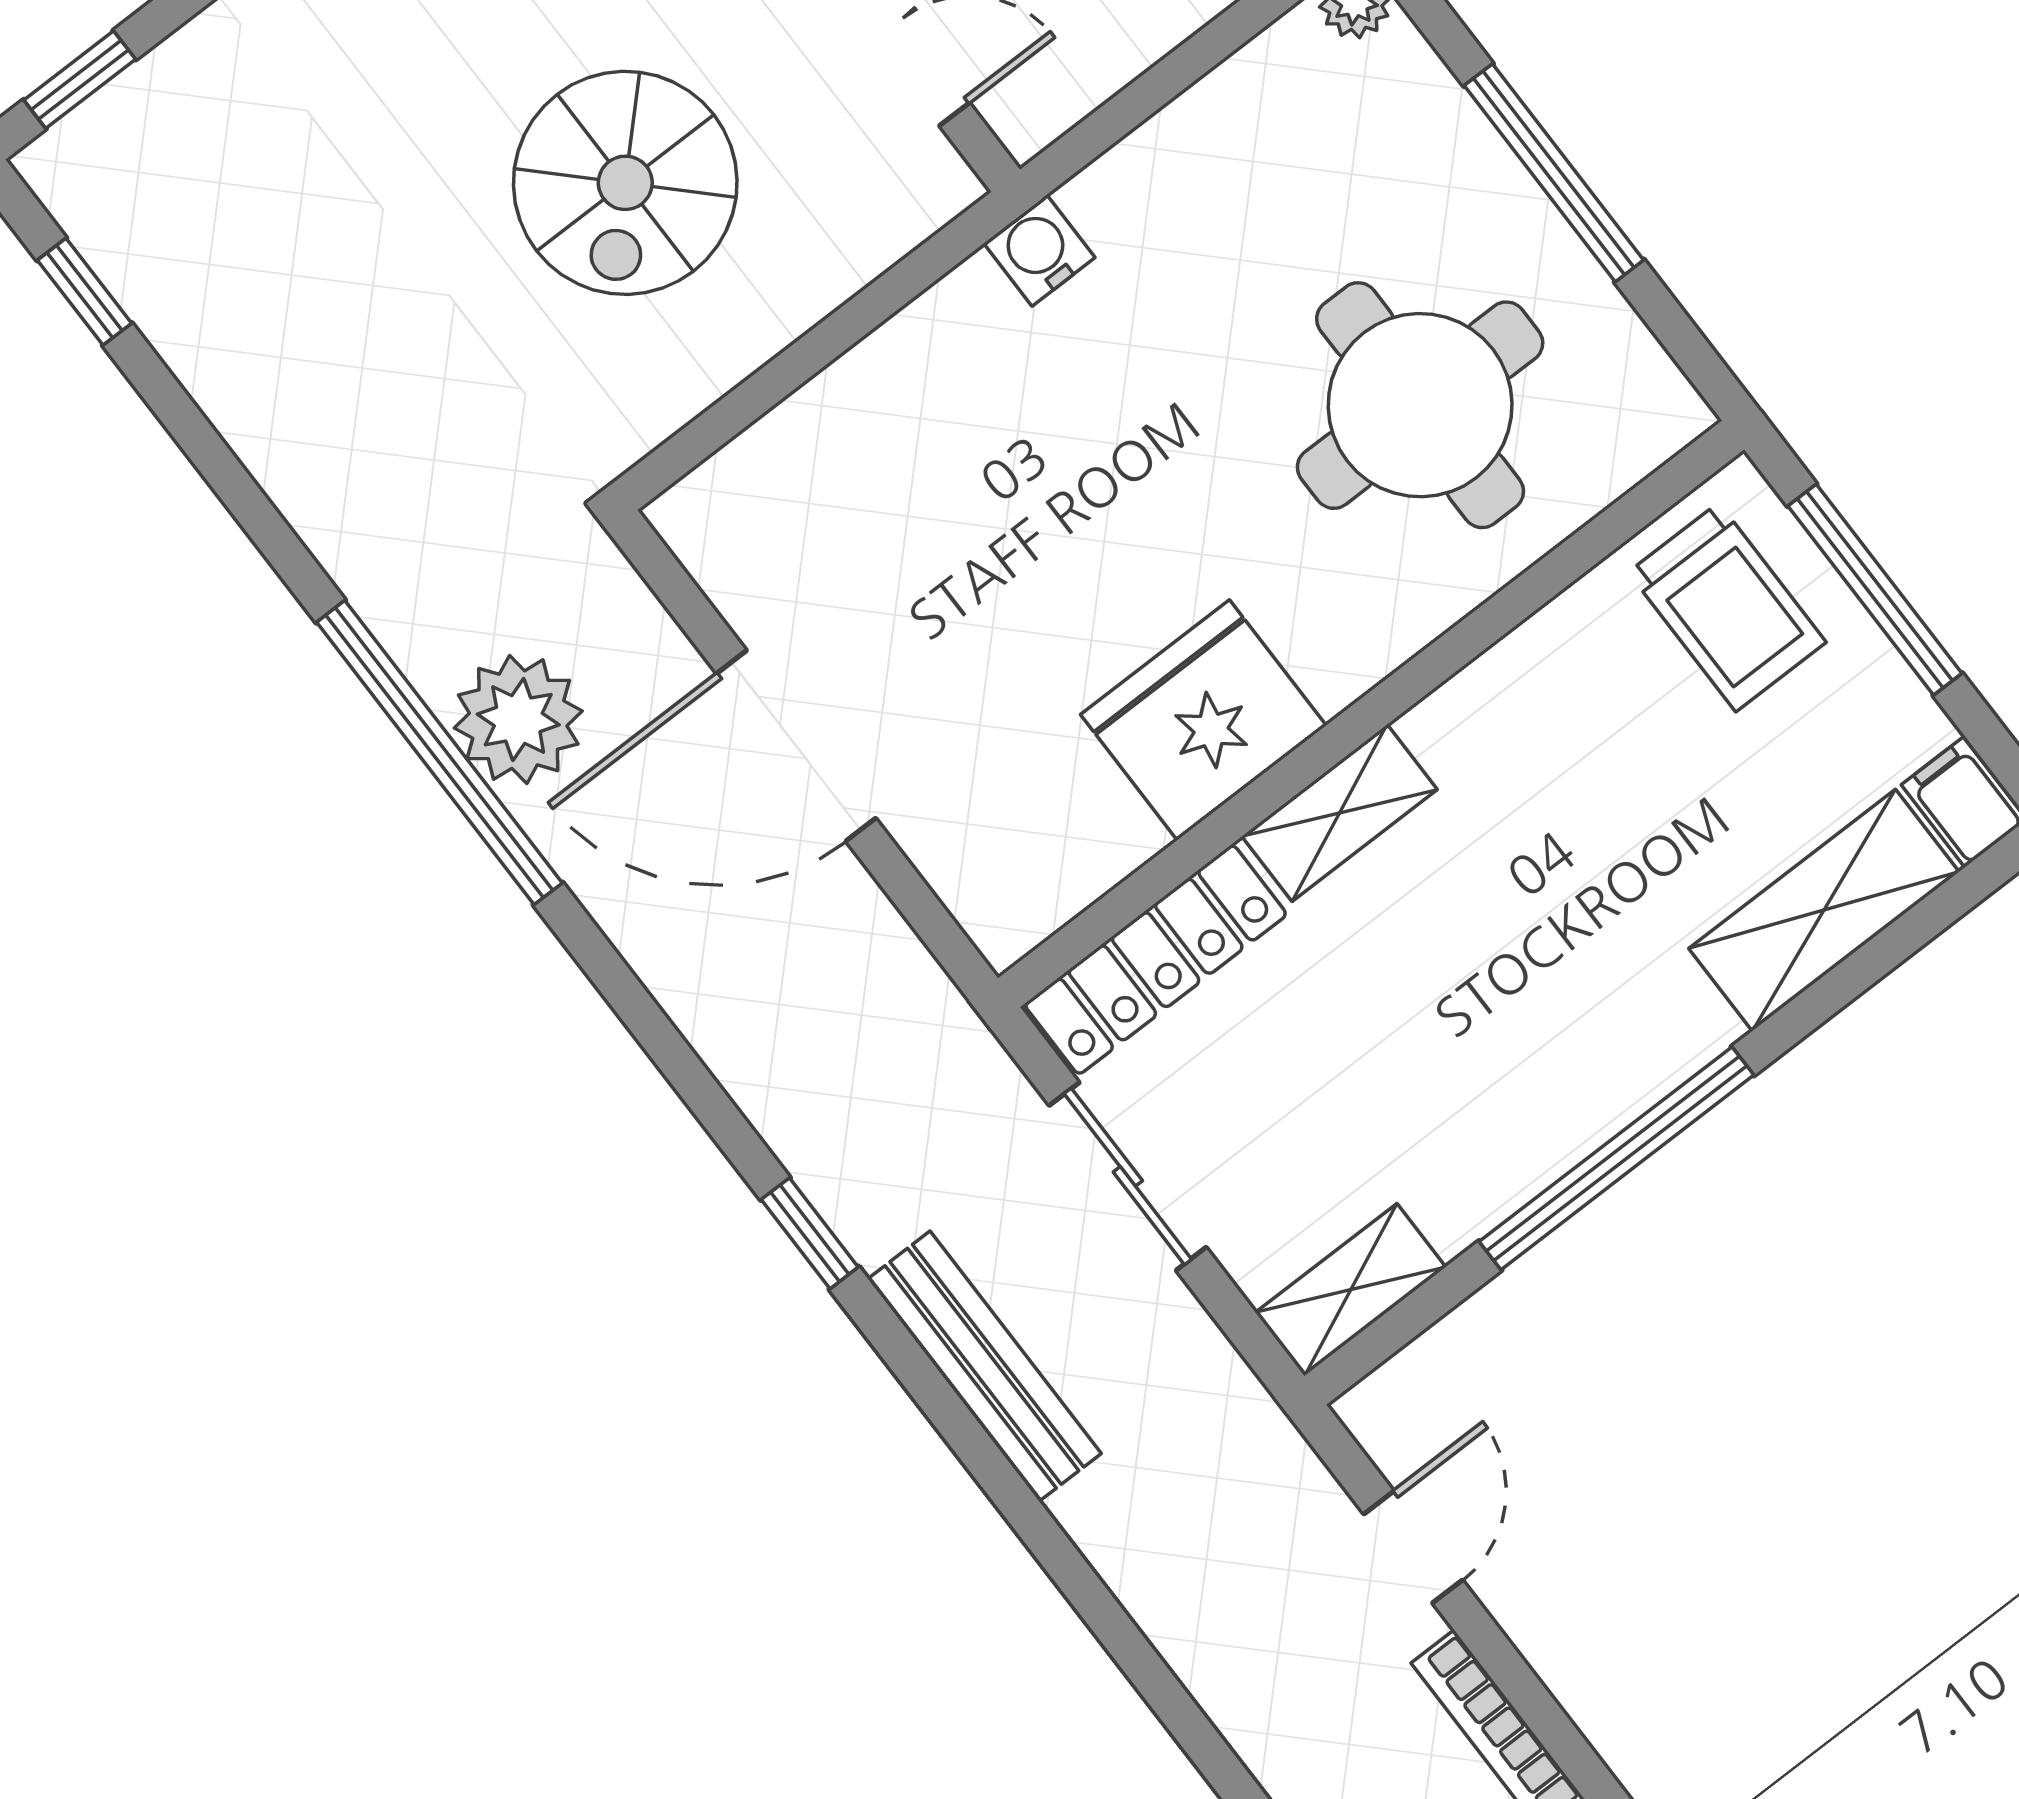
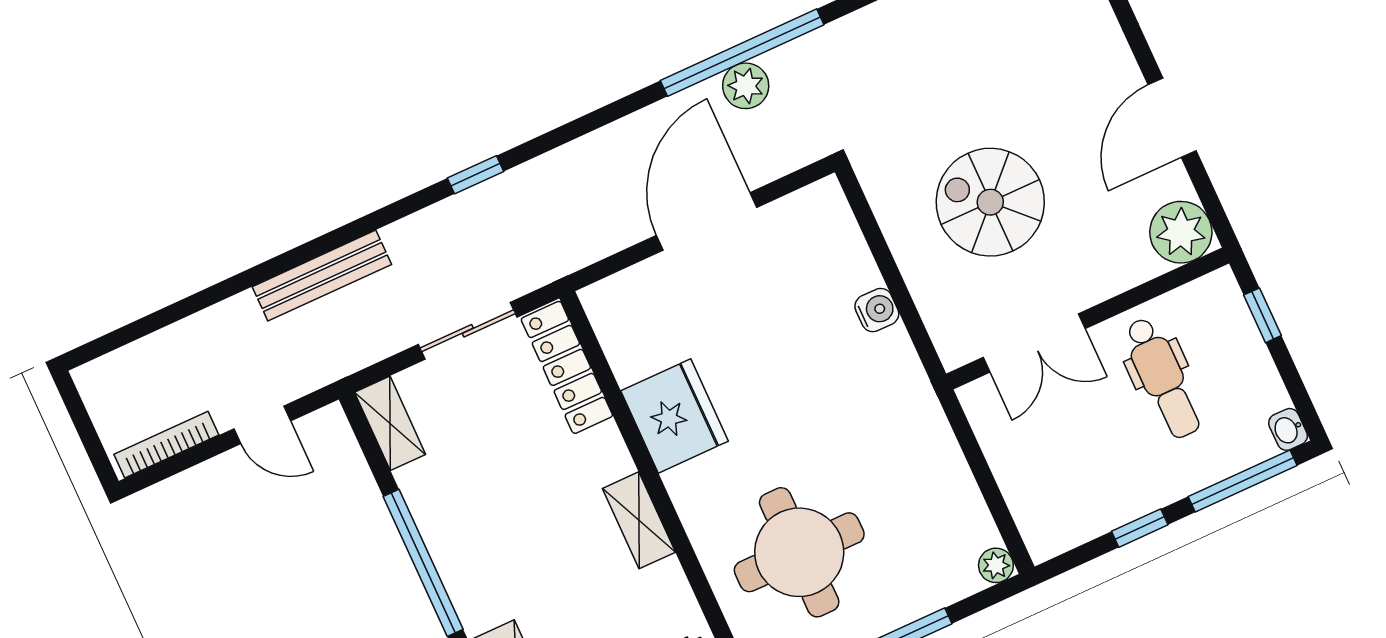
water cooler: (1039, 250) -> (877, 310), moved
plant: (518, 720) -> (746, 86), width x0.73, depth x0.73
shelving: (1340, 813) -> (639, 520), moved
bench: (984, 1366) -> (322, 276), moved

